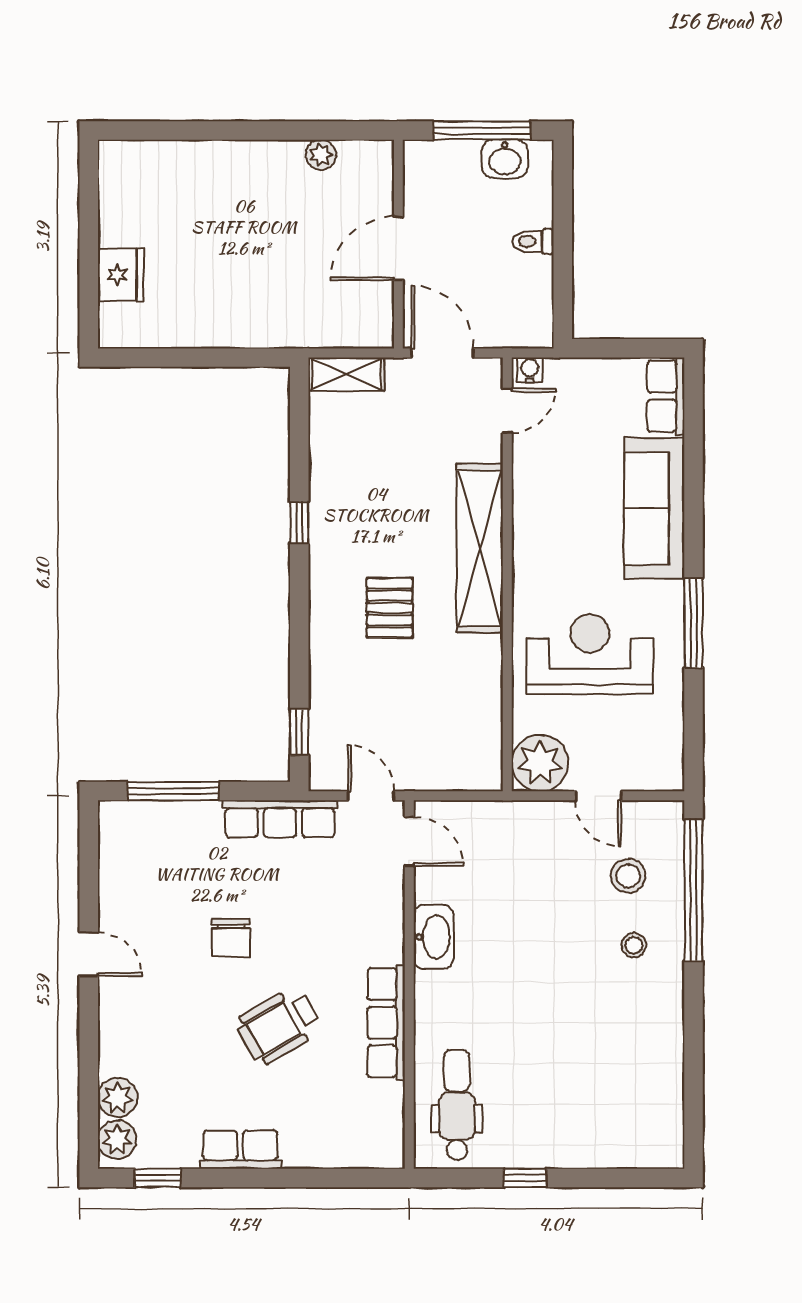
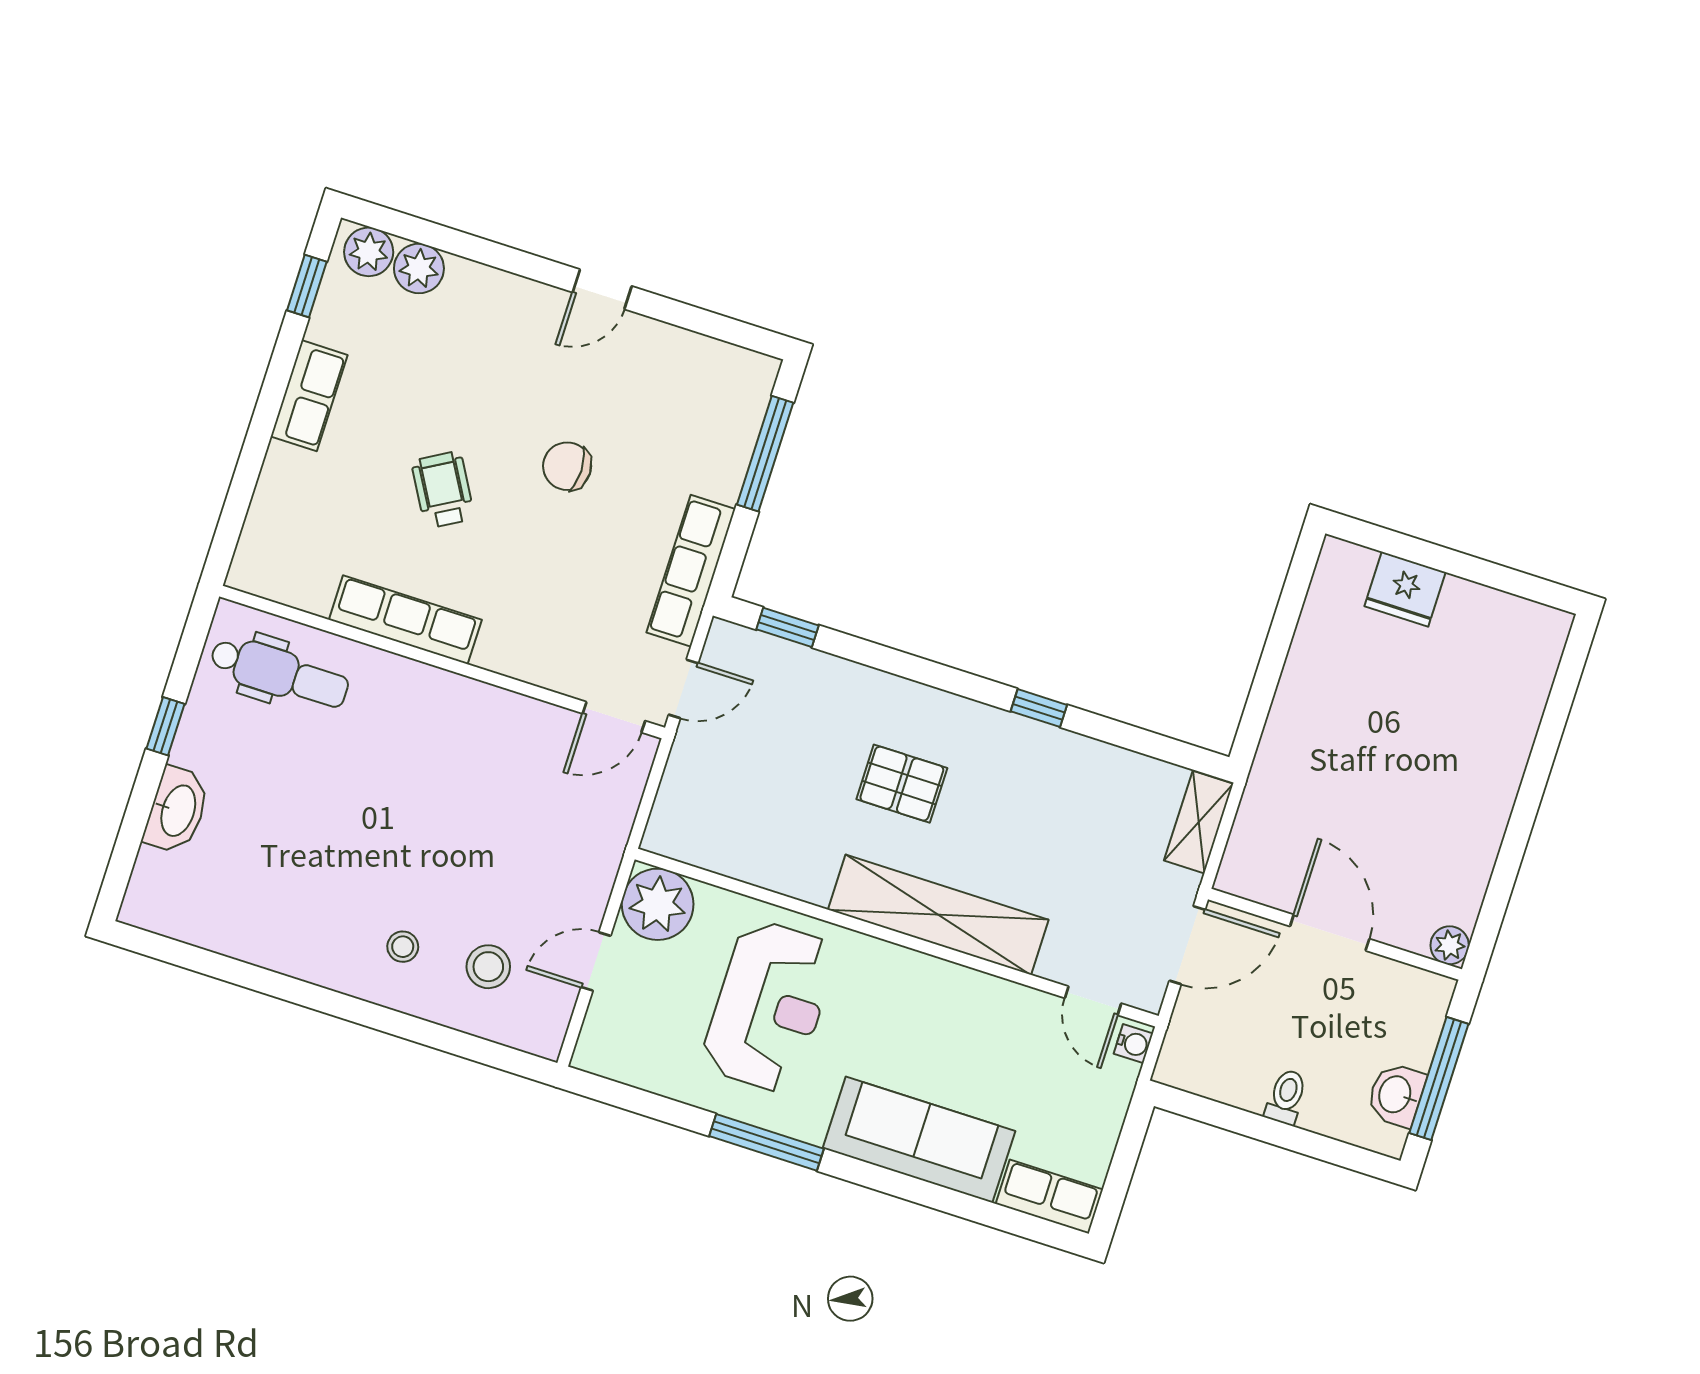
plant: (321, 155) -> (1450, 945), moved
window: (693, 890) -> (446, 1040), removed
washbasin: (433, 937) -> (177, 810), moved, turned -90
wheelchair: (279, 1026) -> (443, 490), width x0.73, depth x0.73

